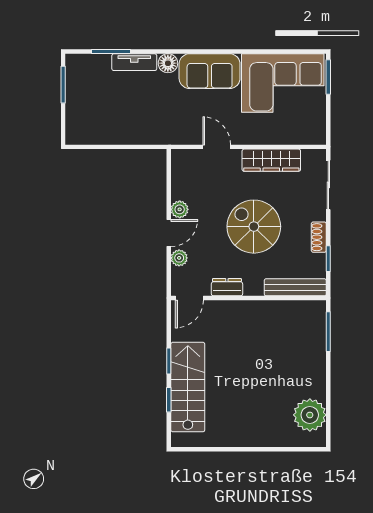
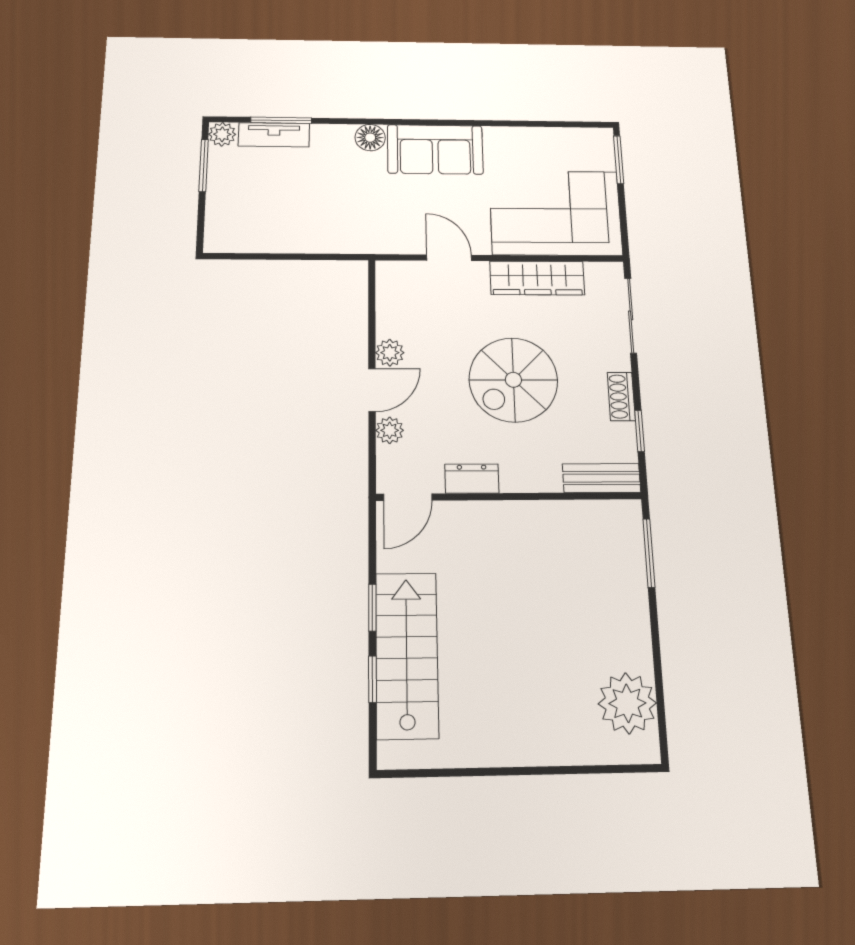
plant: (74, 62) -> (222, 134), added
tv unit: (134, 62) -> (274, 135), moved
corner sofa: (283, 83) -> (555, 213), moved, turned 180
spiral stairs: (254, 227) -> (513, 380), turned -90
bench: (295, 287) -> (602, 478), width x0.73

